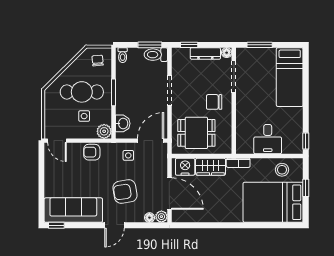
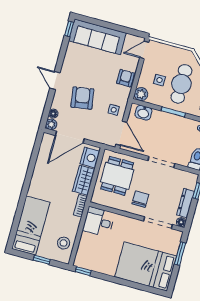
bed: (290, 77) -> (146, 266), width x1.50
desk: (268, 139) -> (99, 222), moved
bed: (273, 202) -> (31, 226), width x0.67
sofa: (73, 210) -> (97, 37), moved, turned 90

